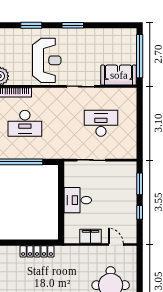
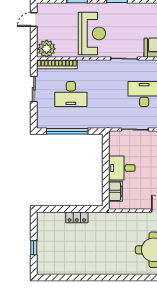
filing cabinet: (91, 236) -> (115, 191), moved, turned 90
locker: (37, 251) -> (77, 217), width x0.66

